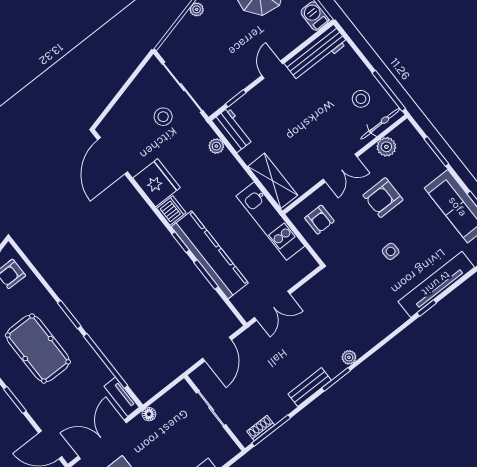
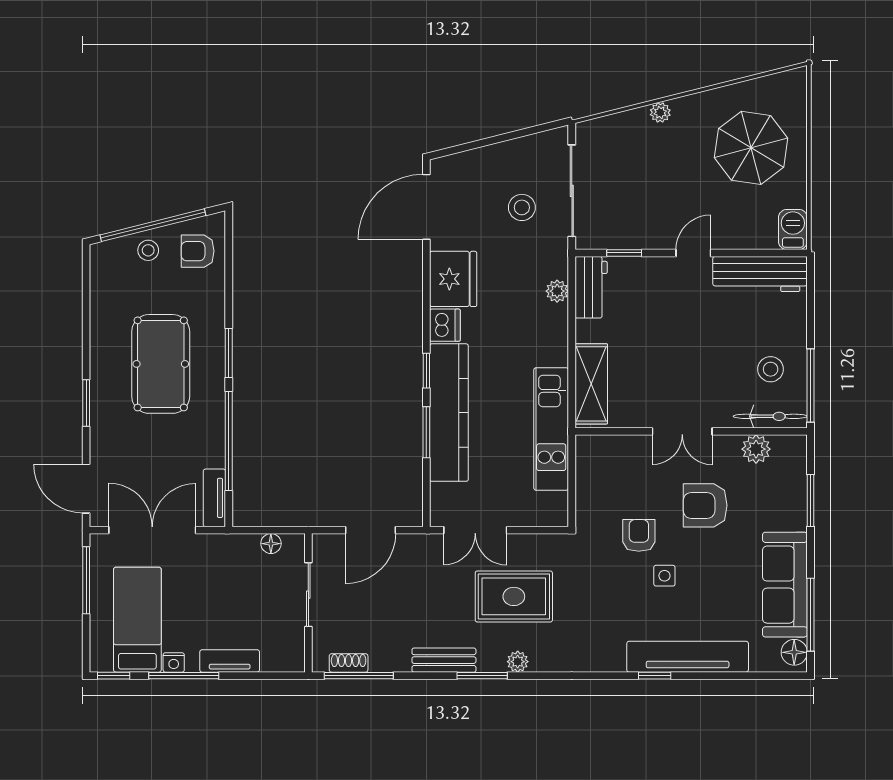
armchair: (319, 220) -> (639, 535), moved, turned 180
rug: (320, 325) -> (514, 596), added
floor lamp: (149, 414) -> (271, 544), moved

